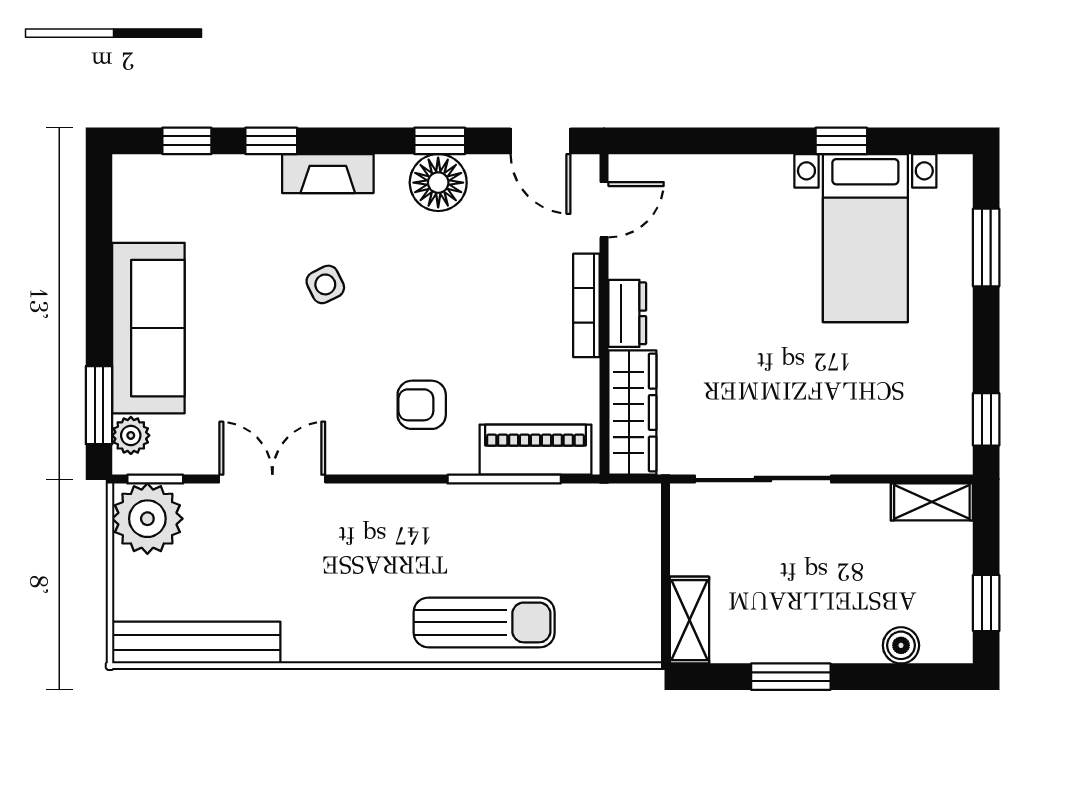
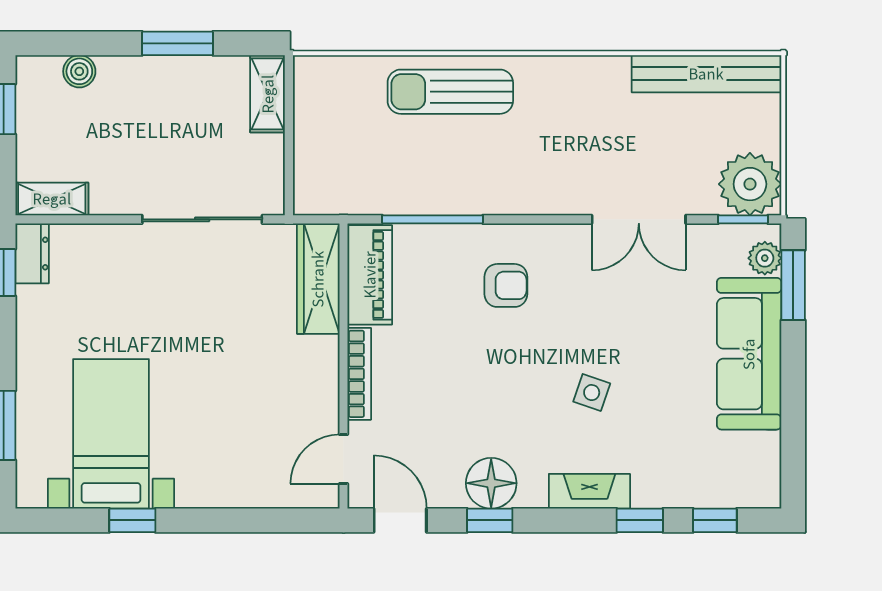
side table: (325, 284) -> (592, 393), turned 45
dresser: (627, 313) -> (32, 254), moved, turned 180
piano: (536, 450) -> (370, 275), moved, turned -90

